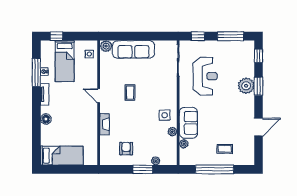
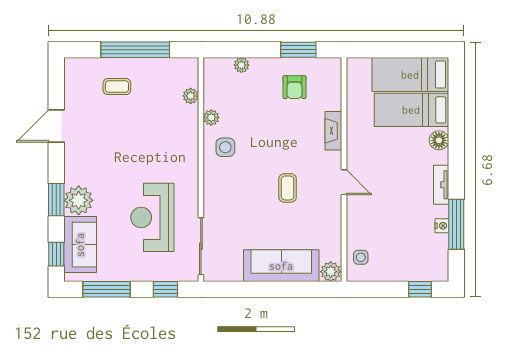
bed: (65, 61) -> (411, 110), moved, turned -90
sofa: (188, 123) -> (80, 245), moved, turned 180
window: (143, 169) -> (298, 50), moved

